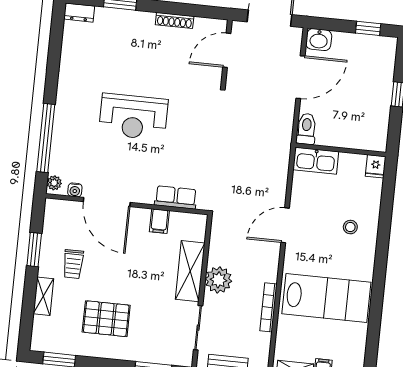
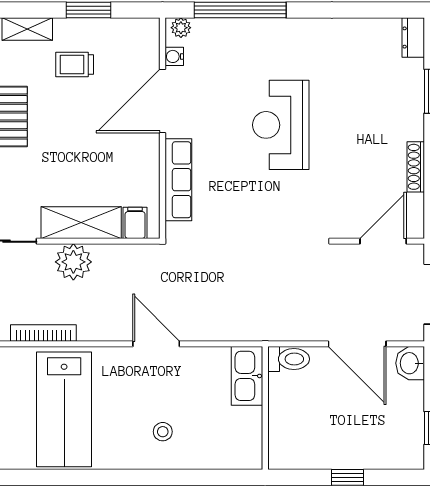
door: (227, 50) -> (383, 241), hinge flipped
fridge: (376, 166) -> (248, 457), removed
row of seats: (176, 197) -> (178, 180), width x1.48
filing cabinet: (159, 221) -> (135, 223), moved, turned 90

